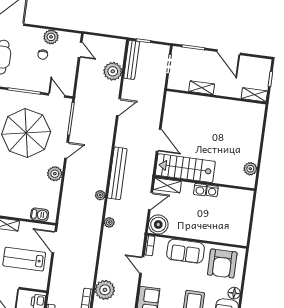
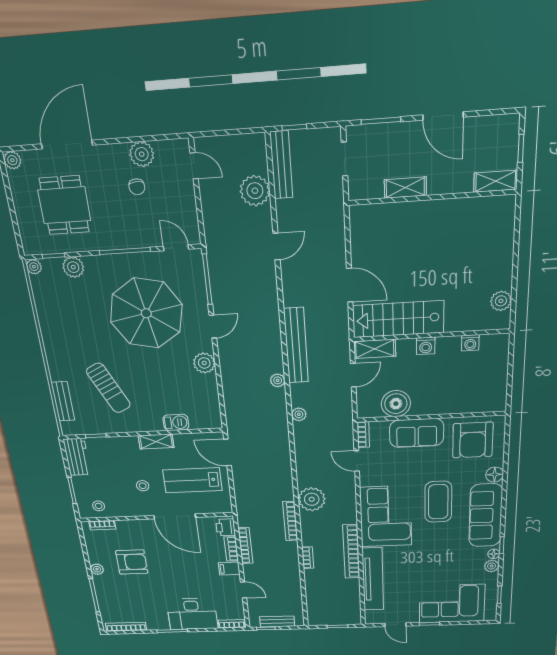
washing machine: (212, 191) -> (470, 343), moved
barbecue: (40, 215) -> (176, 422), moved
boiler: (158, 225) -> (396, 404), moved

